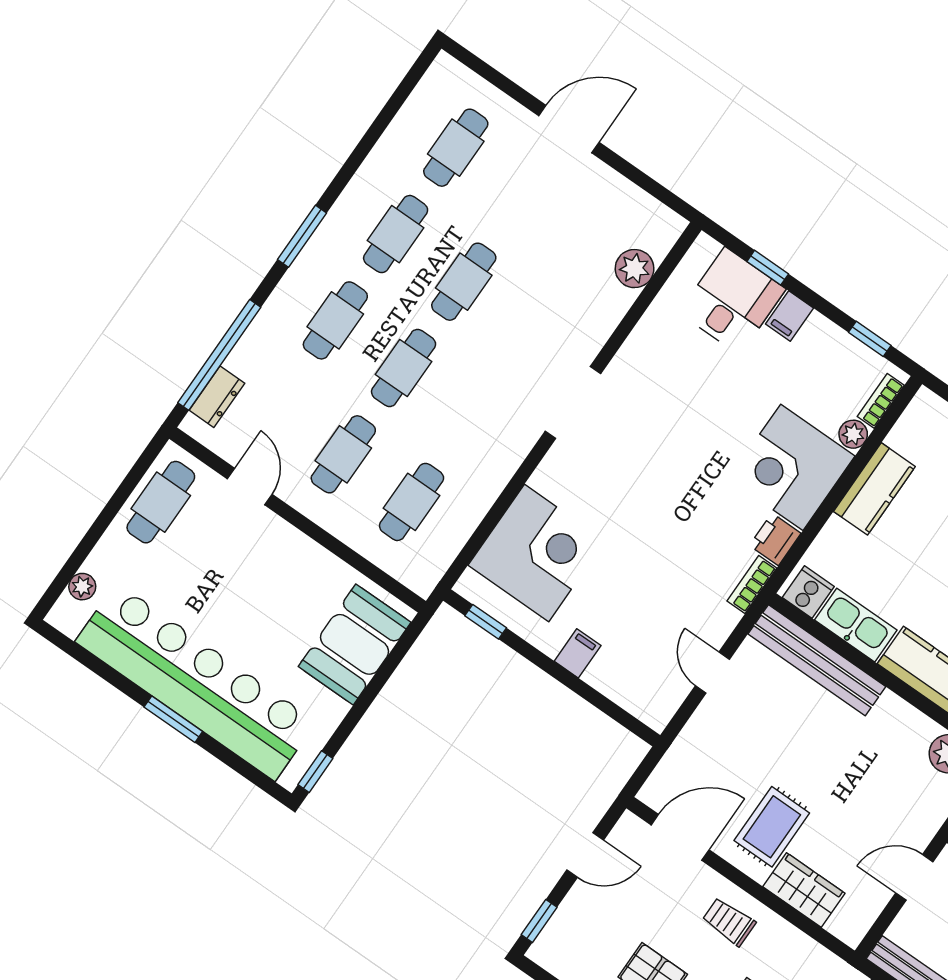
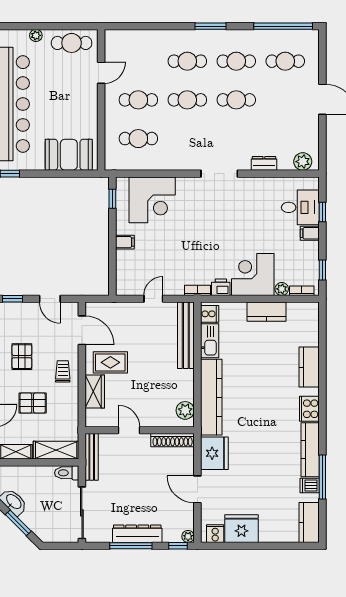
plant: (635, 269) -> (303, 162), moved
window: (219, 355) -> (283, 26), moved
dresser: (217, 397) -> (264, 163), moved, turned 180
plant: (82, 587) -> (36, 35), moved

